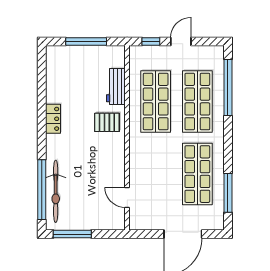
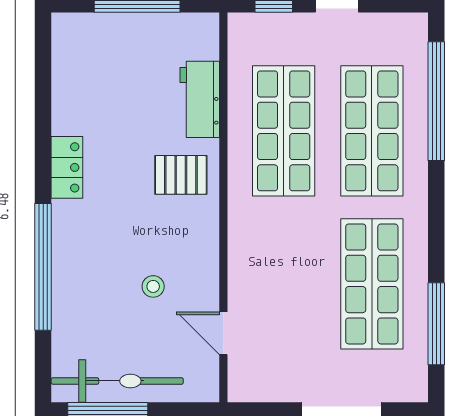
stool: (94, 175) -> (153, 286), added
window: (42, 190) -> (43, 267), moved
bicycle: (56, 191) -> (117, 381), moved, turned -90

